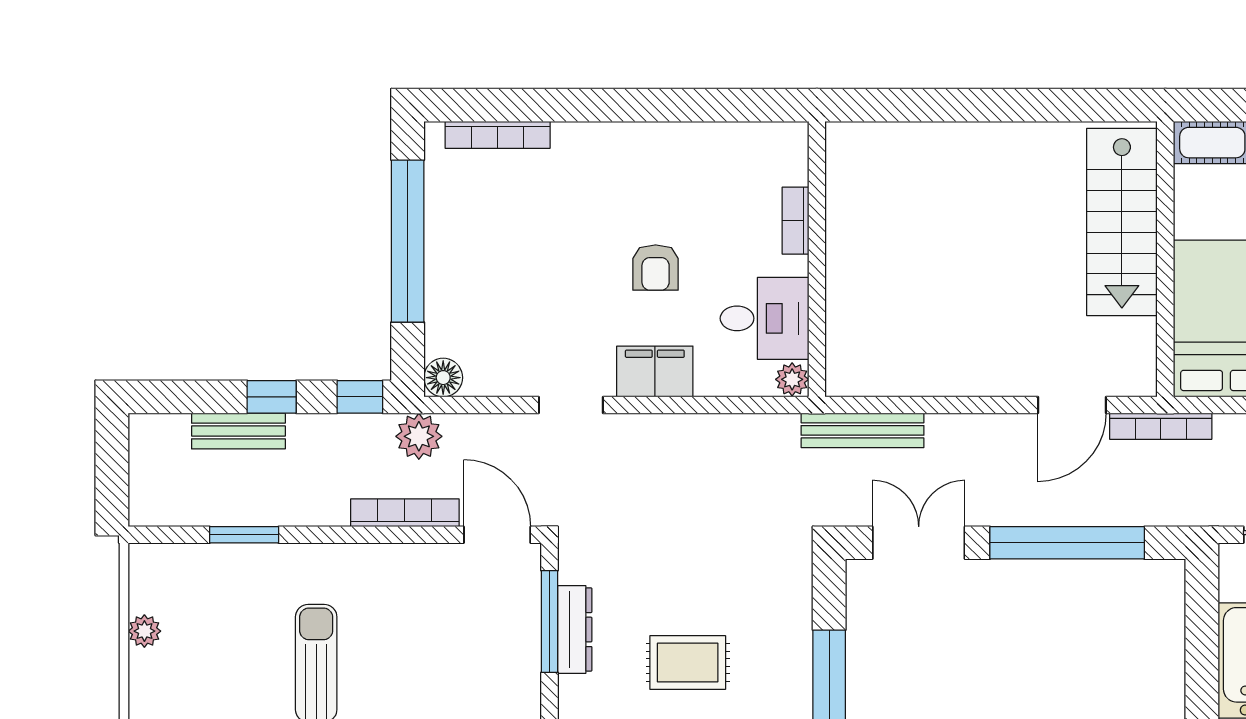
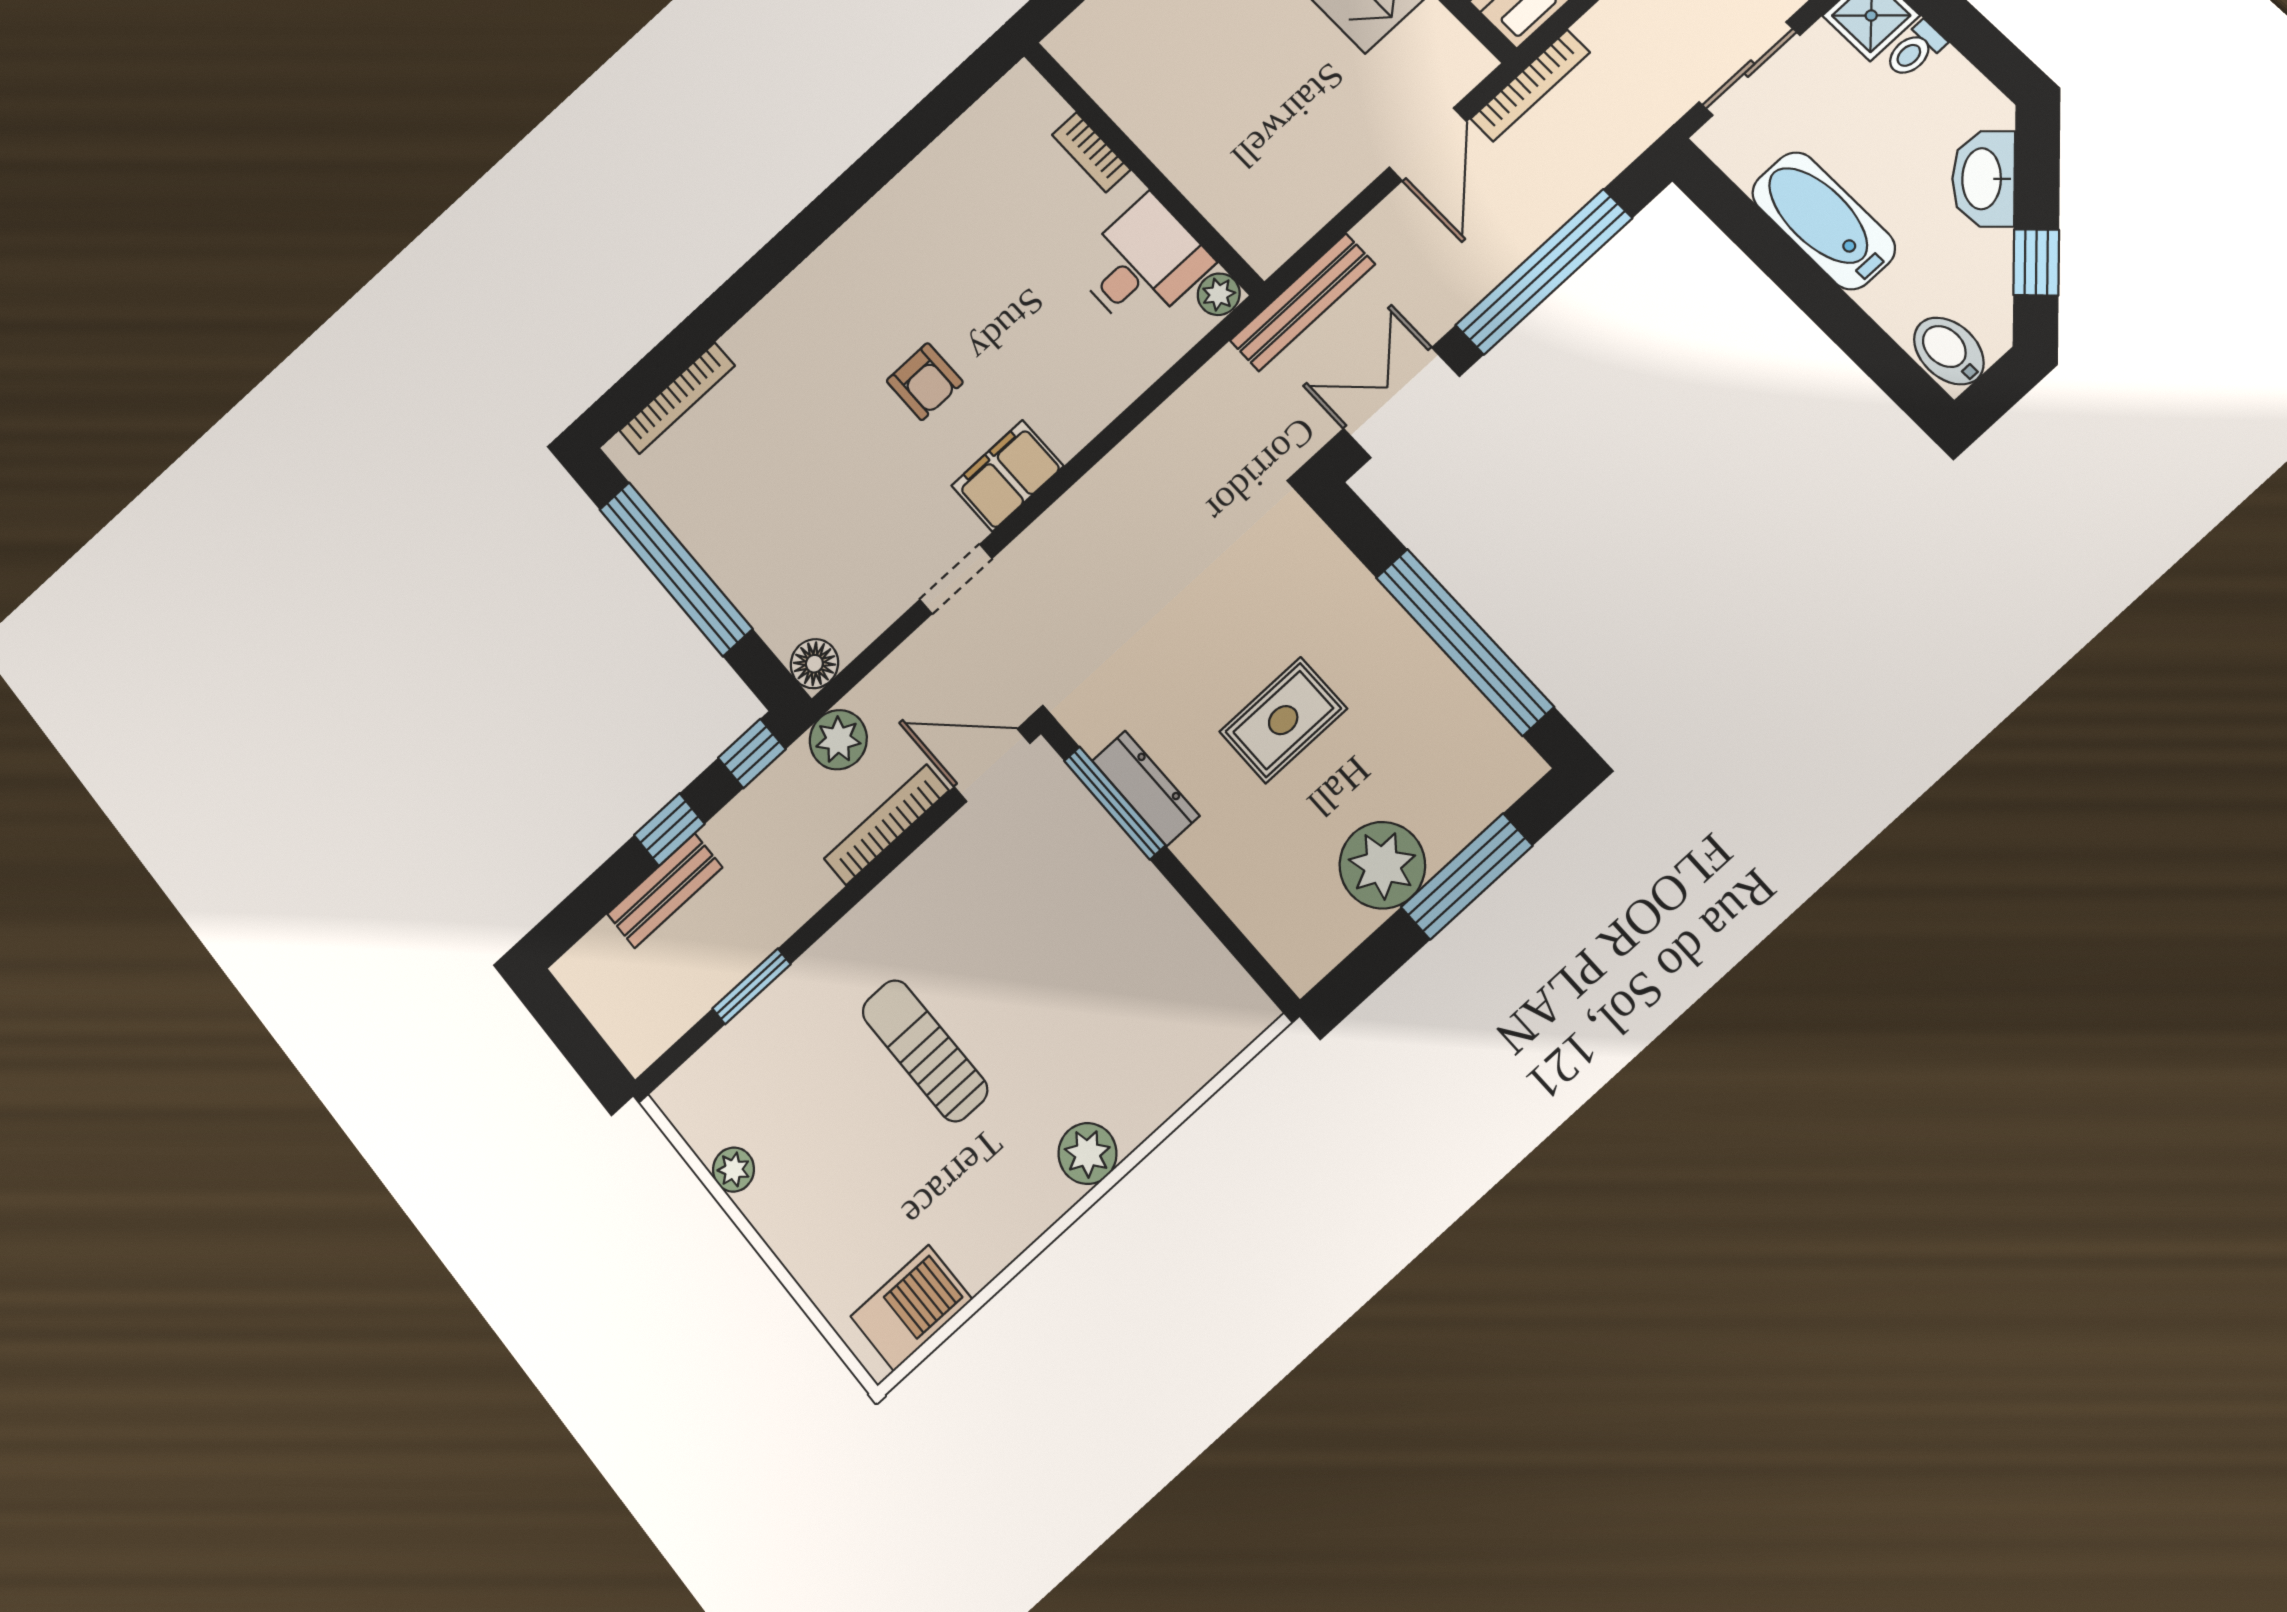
bookcase: (795, 221) -> (1091, 152), moved
wall: (817, 259) -> (1142, 167), moved
desk: (764, 318) -> (1142, 264), moved
plant: (792, 379) -> (1219, 294), moved
bench: (863, 430) -> (1302, 302), moved

